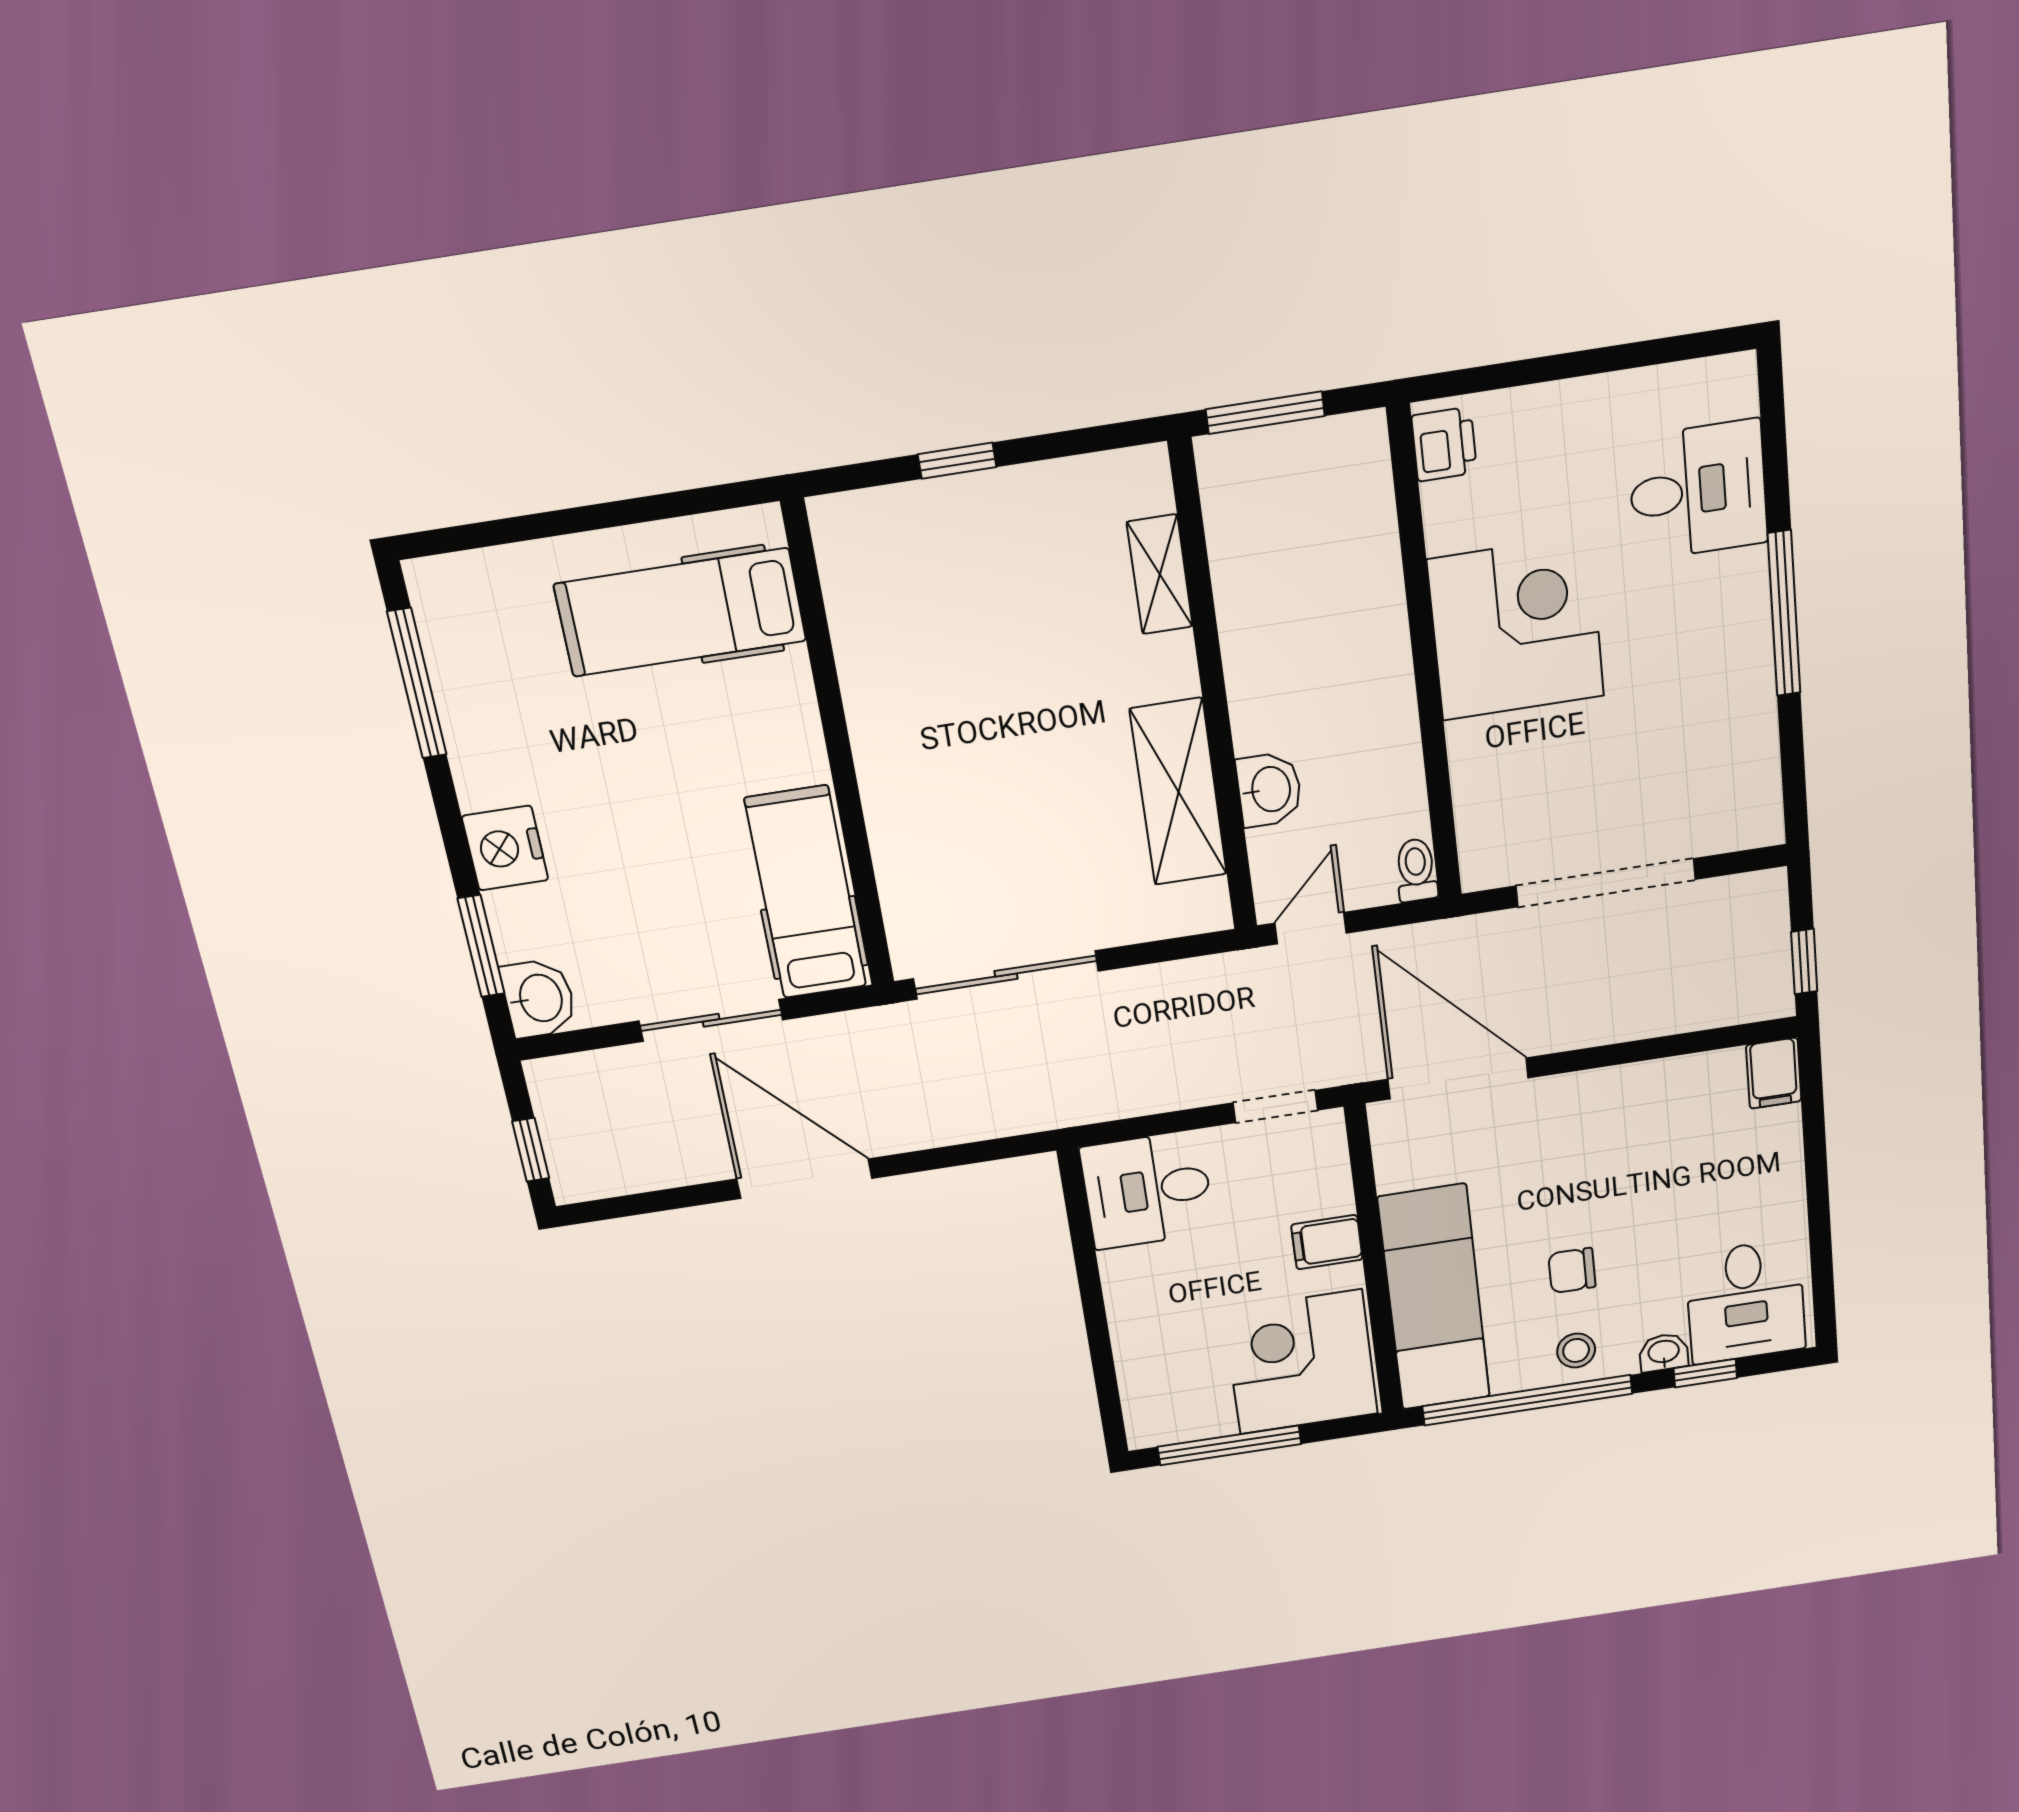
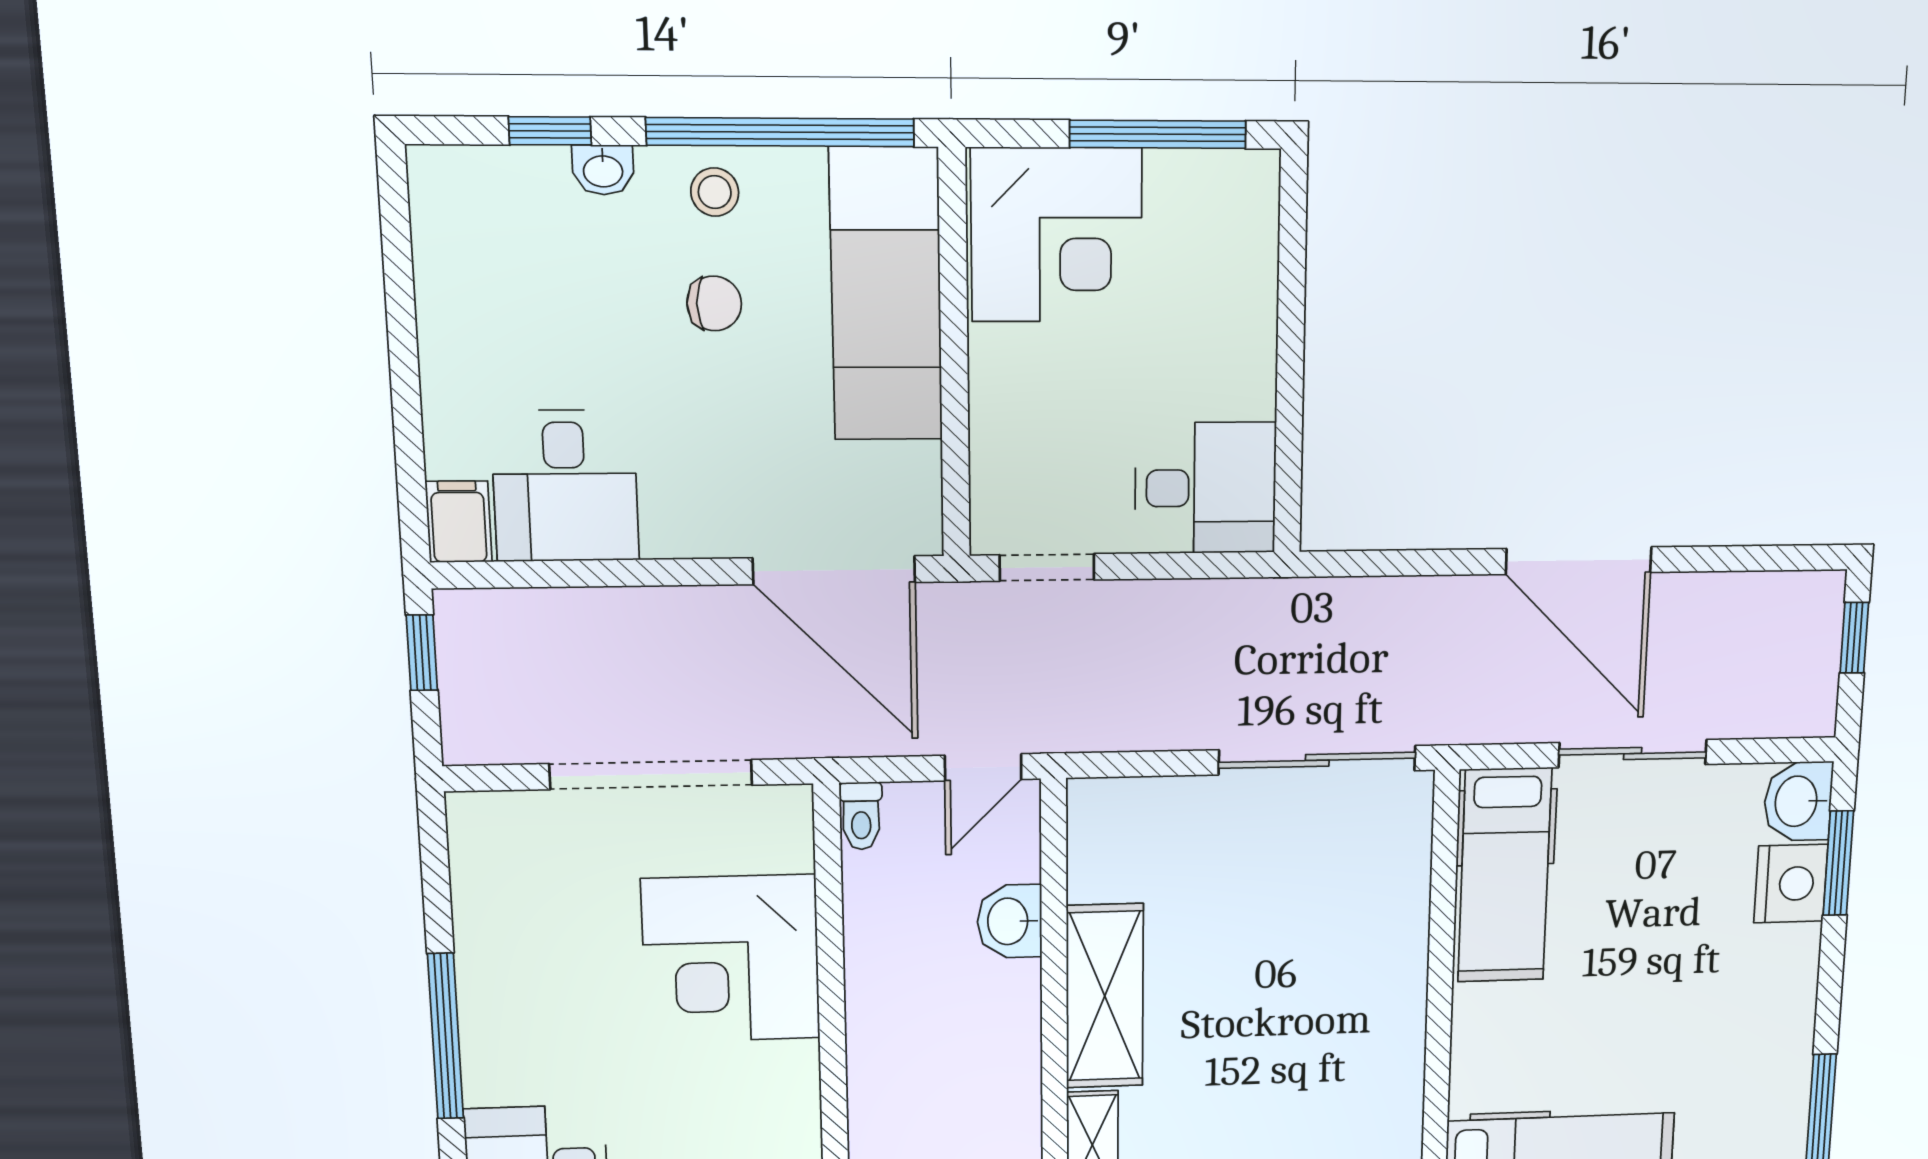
corner desk: (1516, 628) -> (731, 959), moved
shelving: (1178, 792) -> (1105, 996), moved
nightstand: (505, 848) -> (1791, 884), moved
filing cabinet: (1327, 1242) -> (1007, 389), removed
desk: (1746, 1302) -> (565, 486), moved, turned 180

